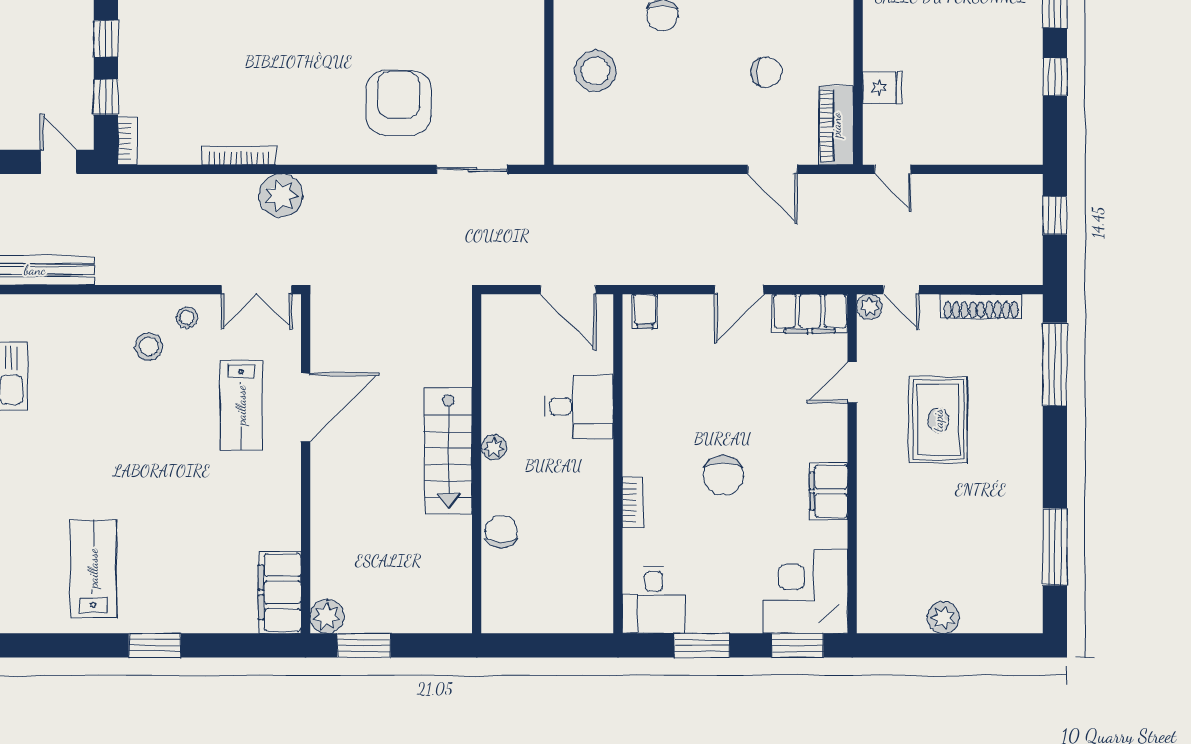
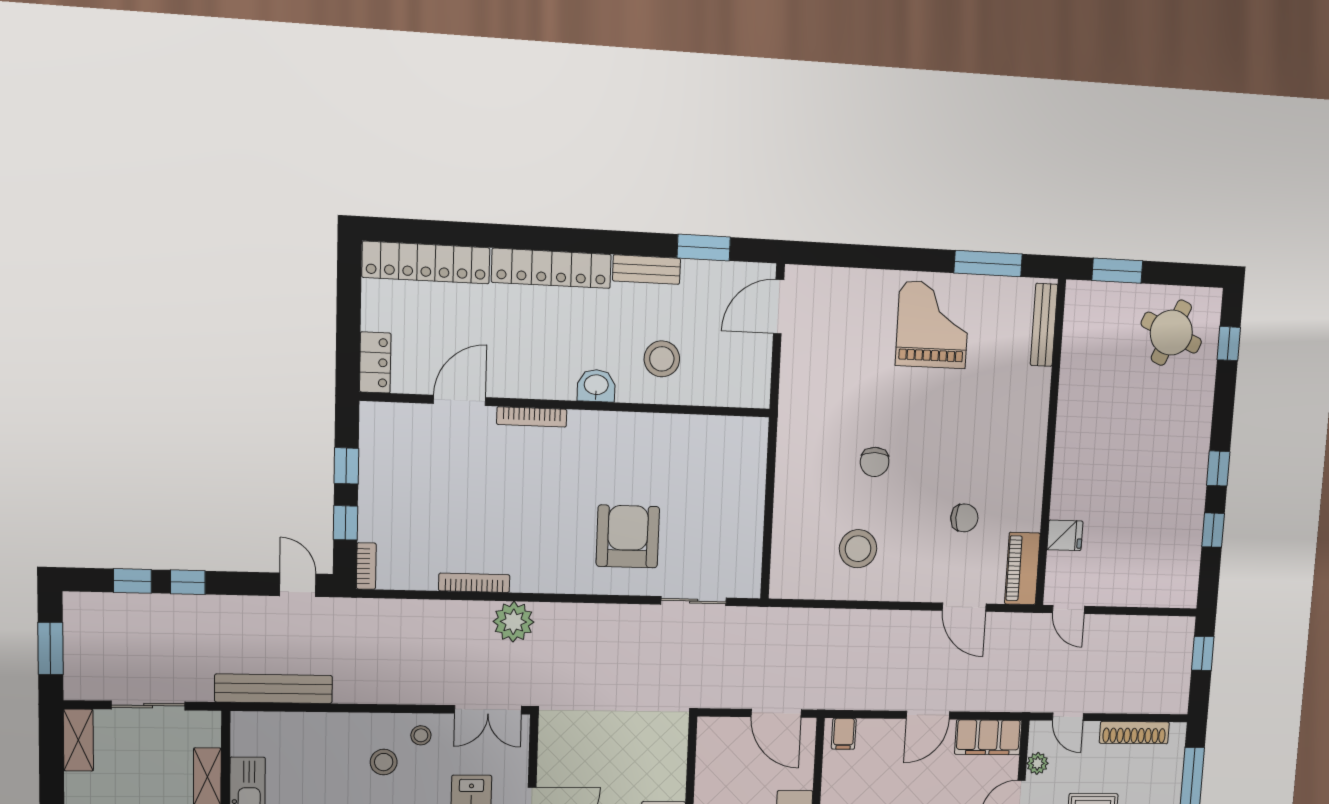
stool: (596, 71) -> (858, 549), moved
plant: (869, 307) -> (1037, 763), moved

